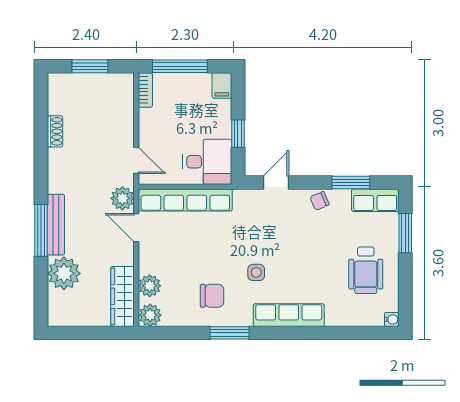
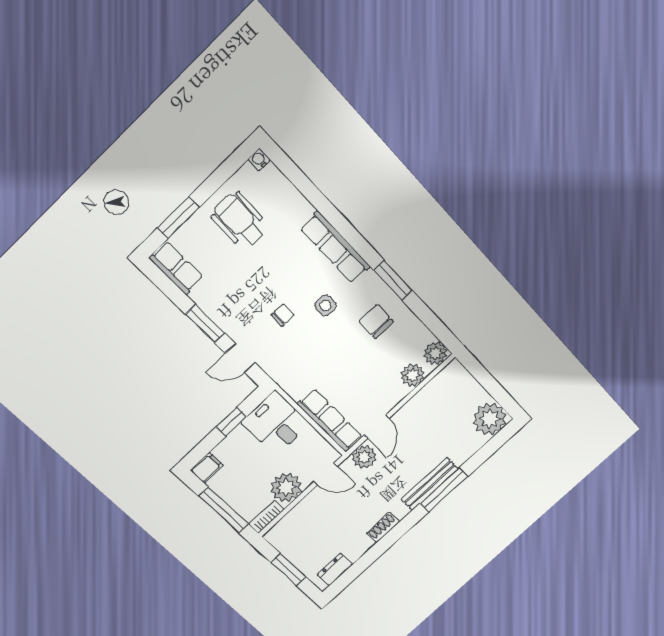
dresser: (56, 98) -> (335, 570), added
plant: (154, 124) -> (286, 487), added
shoe rack: (55, 131) -> (383, 528), moved
door: (136, 160) -> (326, 474), swing flipped
window: (351, 183) -> (205, 324), moved
row of seats: (185, 200) -> (330, 420), width x0.73
chair: (319, 201) -> (283, 315), moved, turned -67
wheelchair: (366, 270) -> (240, 221), turned -88
plant: (64, 273) -> (490, 419), moved
wardrobe: (123, 296) -> (440, 387), removed

